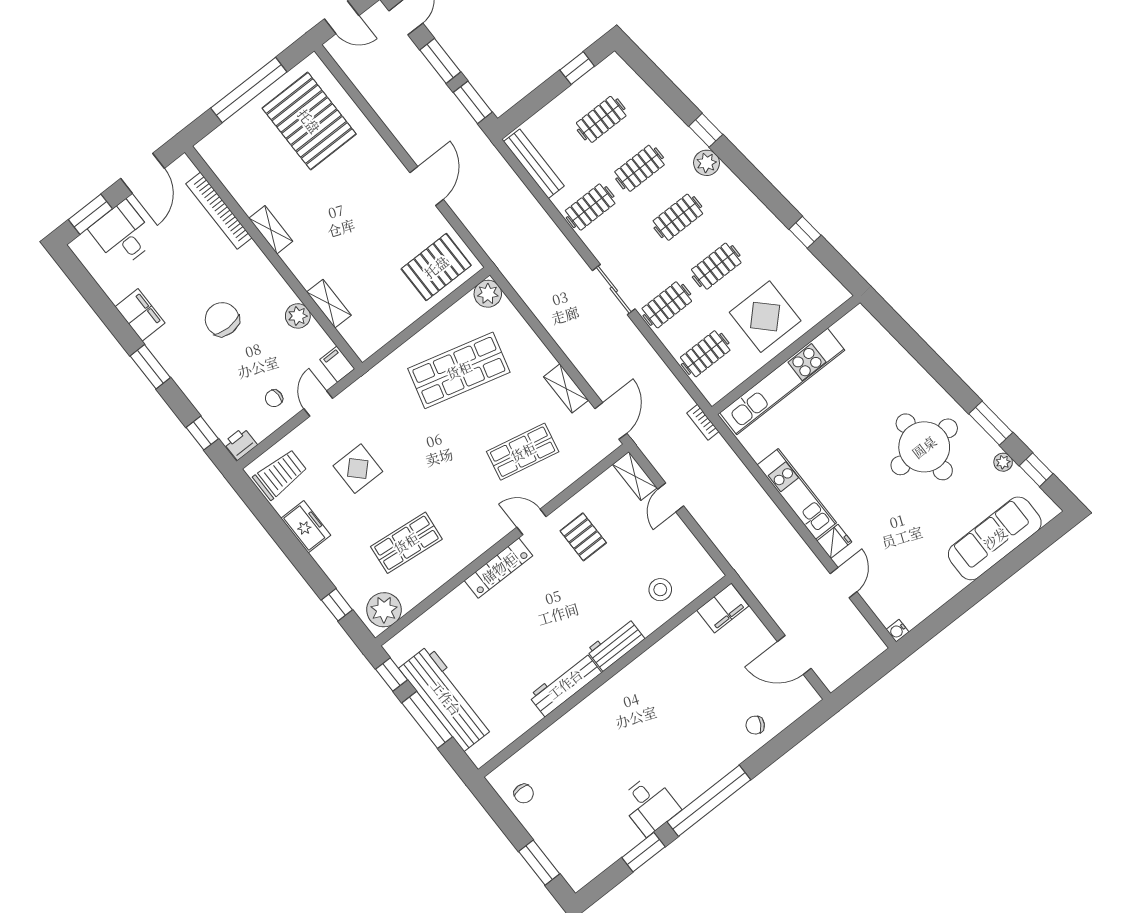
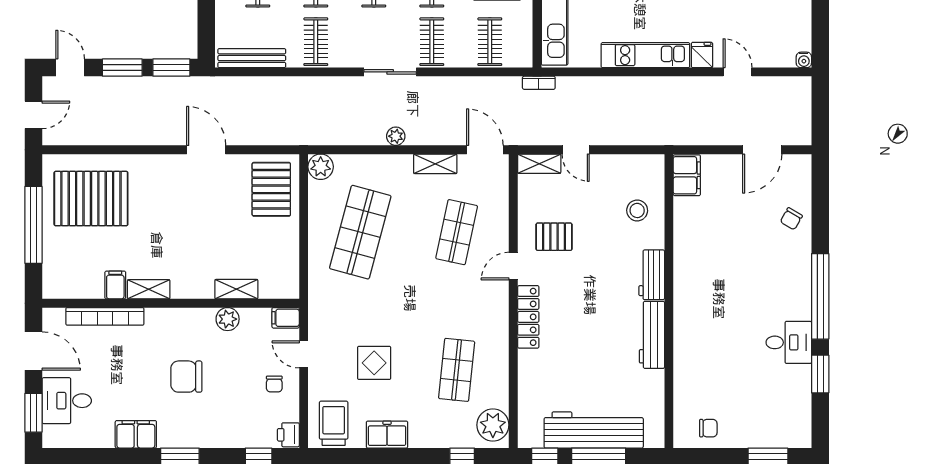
filing cabinet: (252, 199) -> (115, 285), added
plant: (563, 337) -> (396, 136), added

